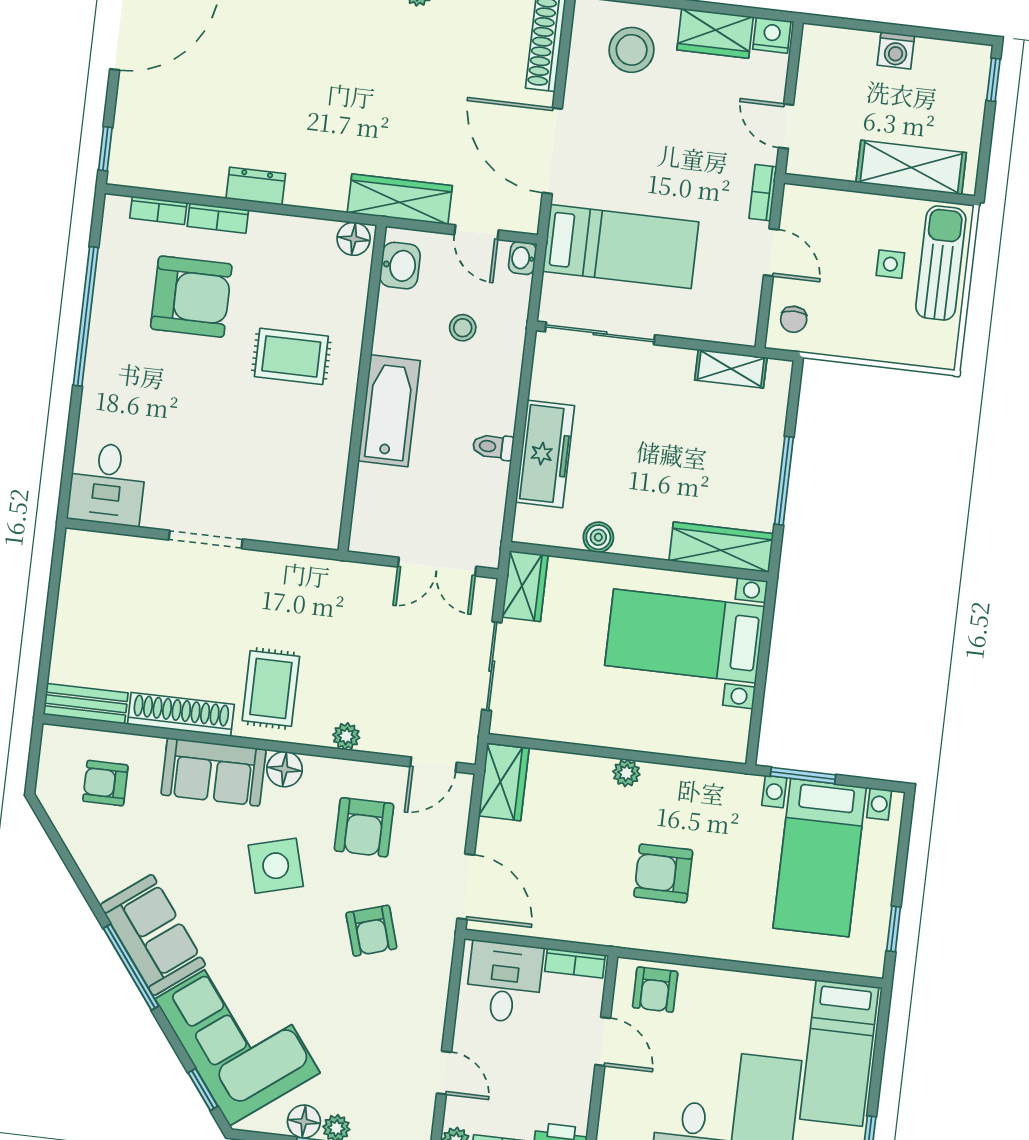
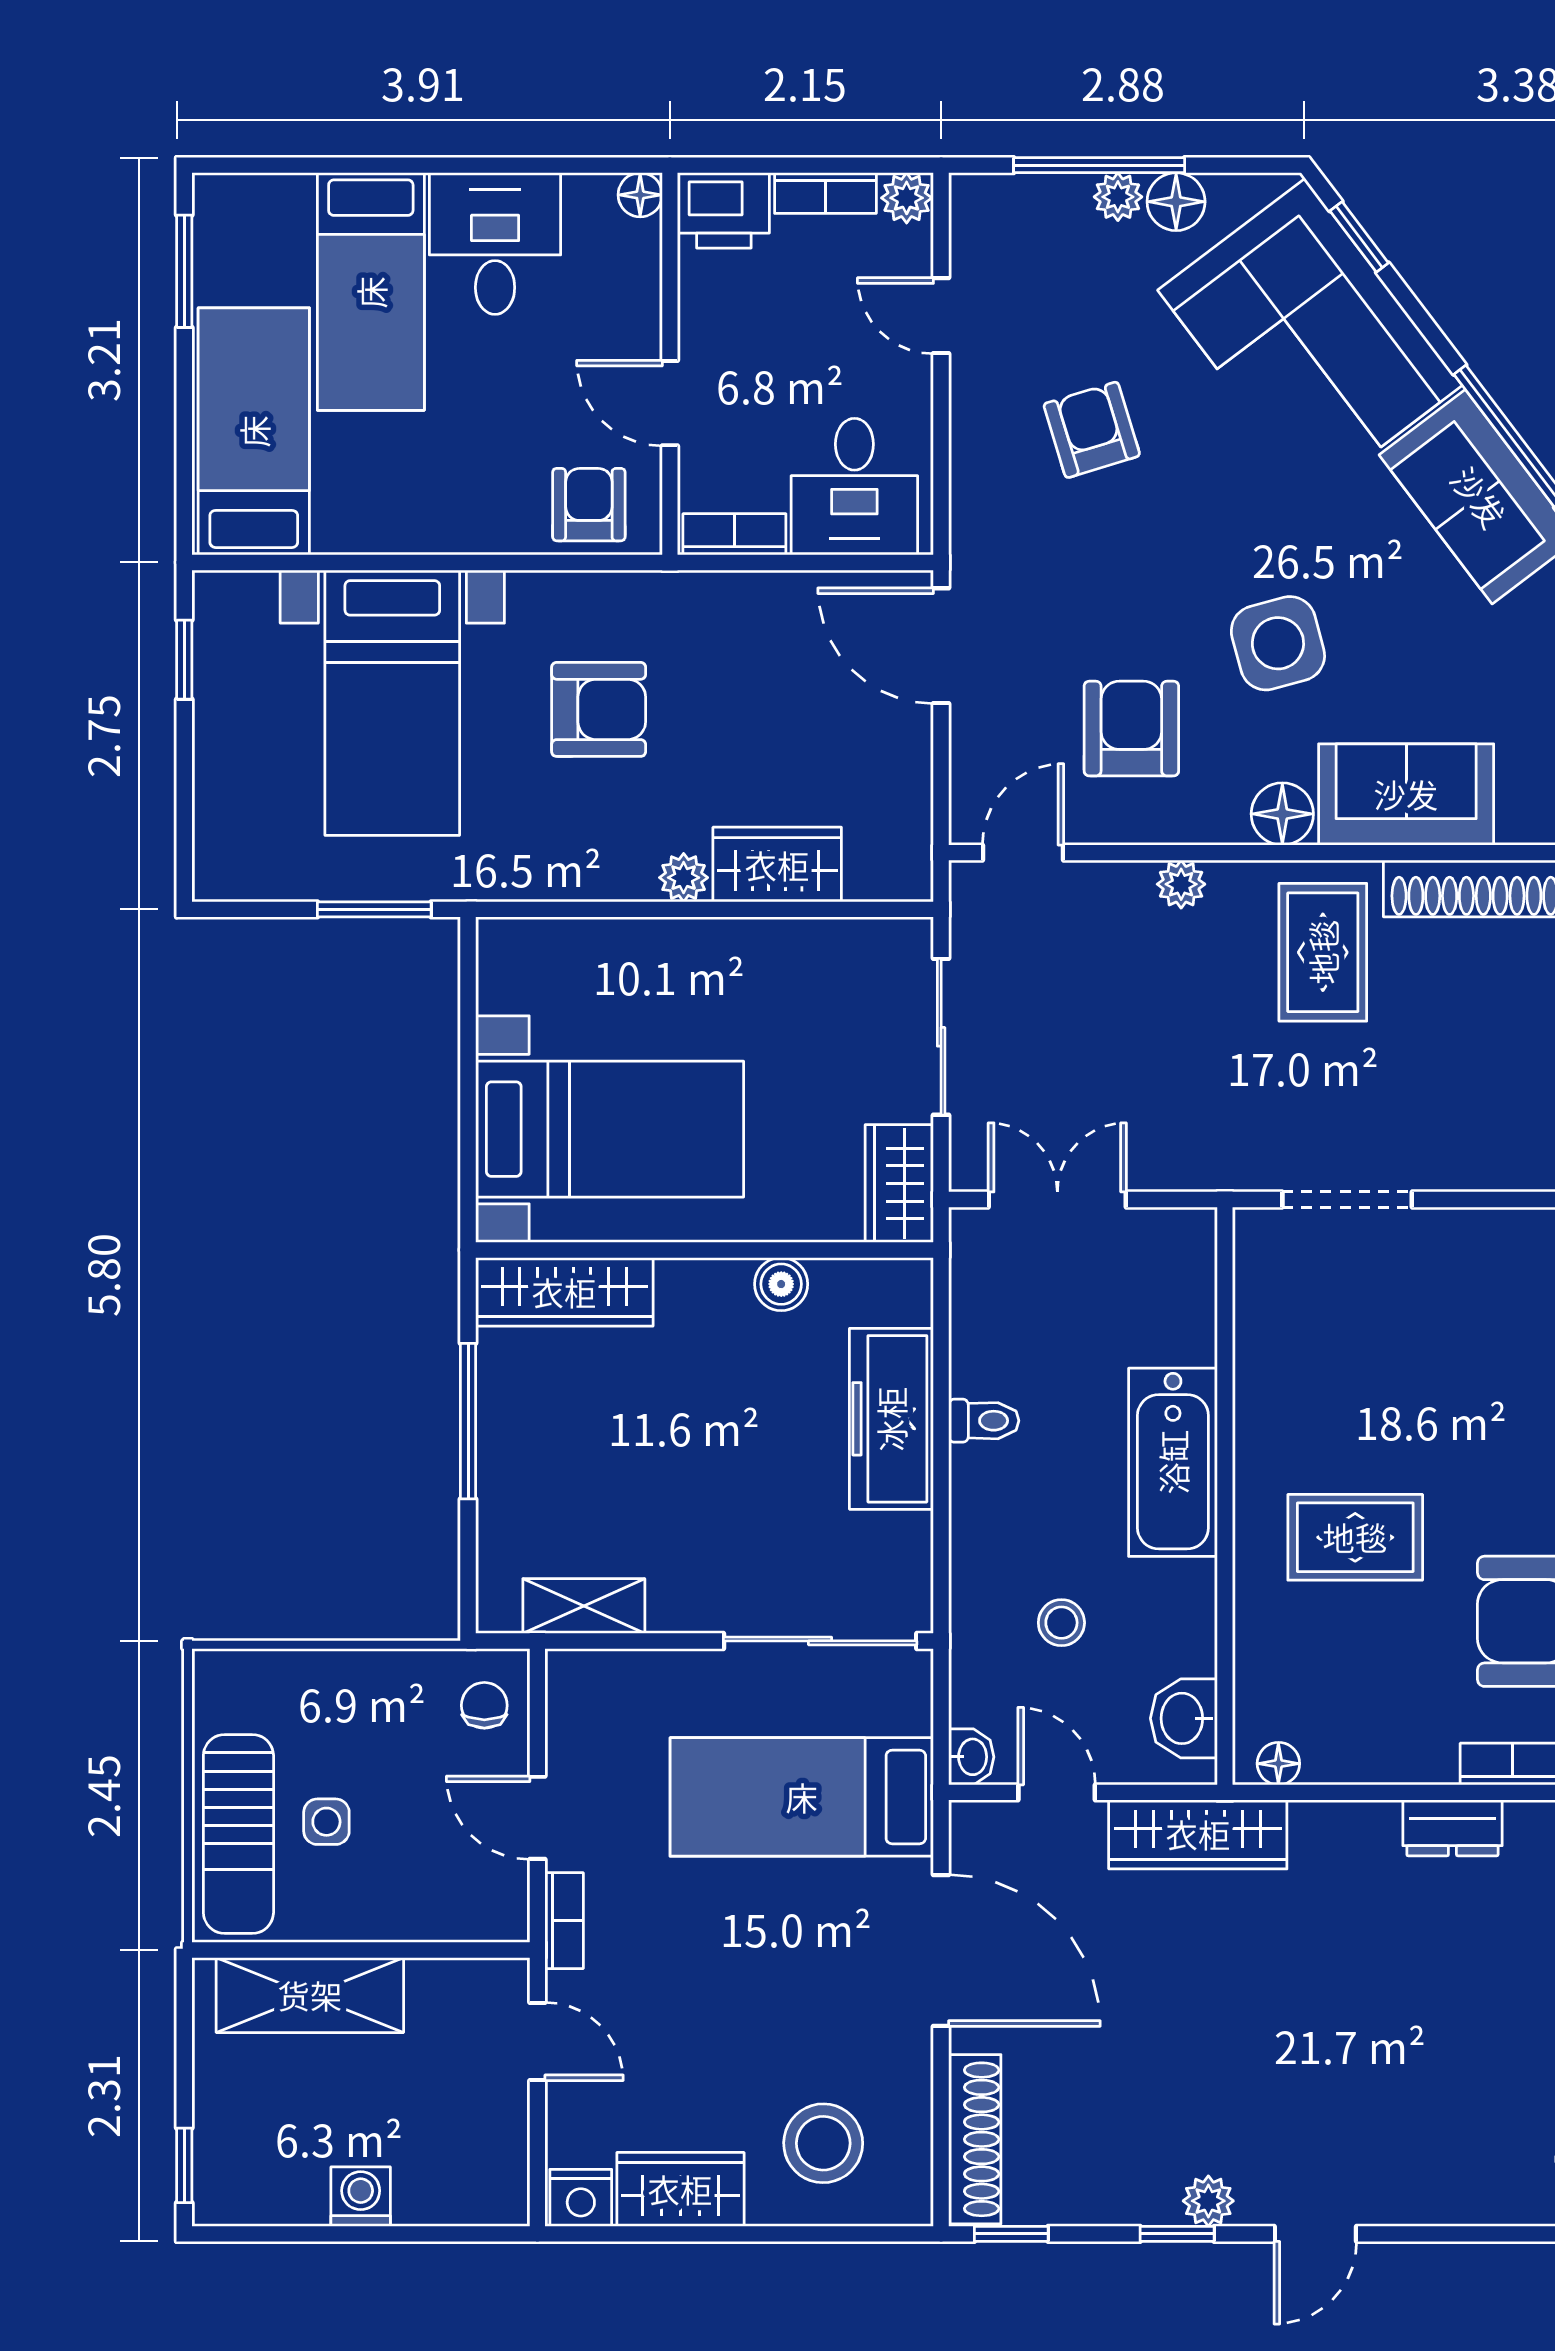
floor lamp: (354, 239) -> (1278, 1764), width x0.73, depth x0.73
doorway: (206, 539) -> (1347, 1200), moved
wardrobe: (504, 782) -> (777, 865), moved, turned 90
bed with nightstands: (820, 858) -> (392, 703), moved, turned 180
armchair: (371, 931) -> (1092, 430), moved

